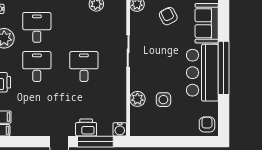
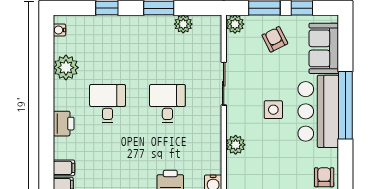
desk: (37, 27) -> (108, 54), removed
side table: (163, 100) -> (273, 110), moved

